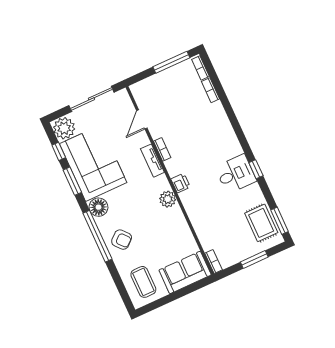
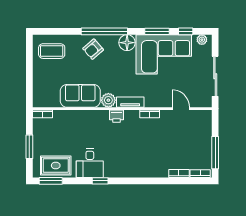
plant: (64, 128) -> (202, 40), width x0.53, depth x0.53
tv unit: (152, 161) -> (130, 102), moved
desk: (236, 174) -> (90, 163), moved
sofa: (185, 272) -> (80, 96), moved, turned -90

